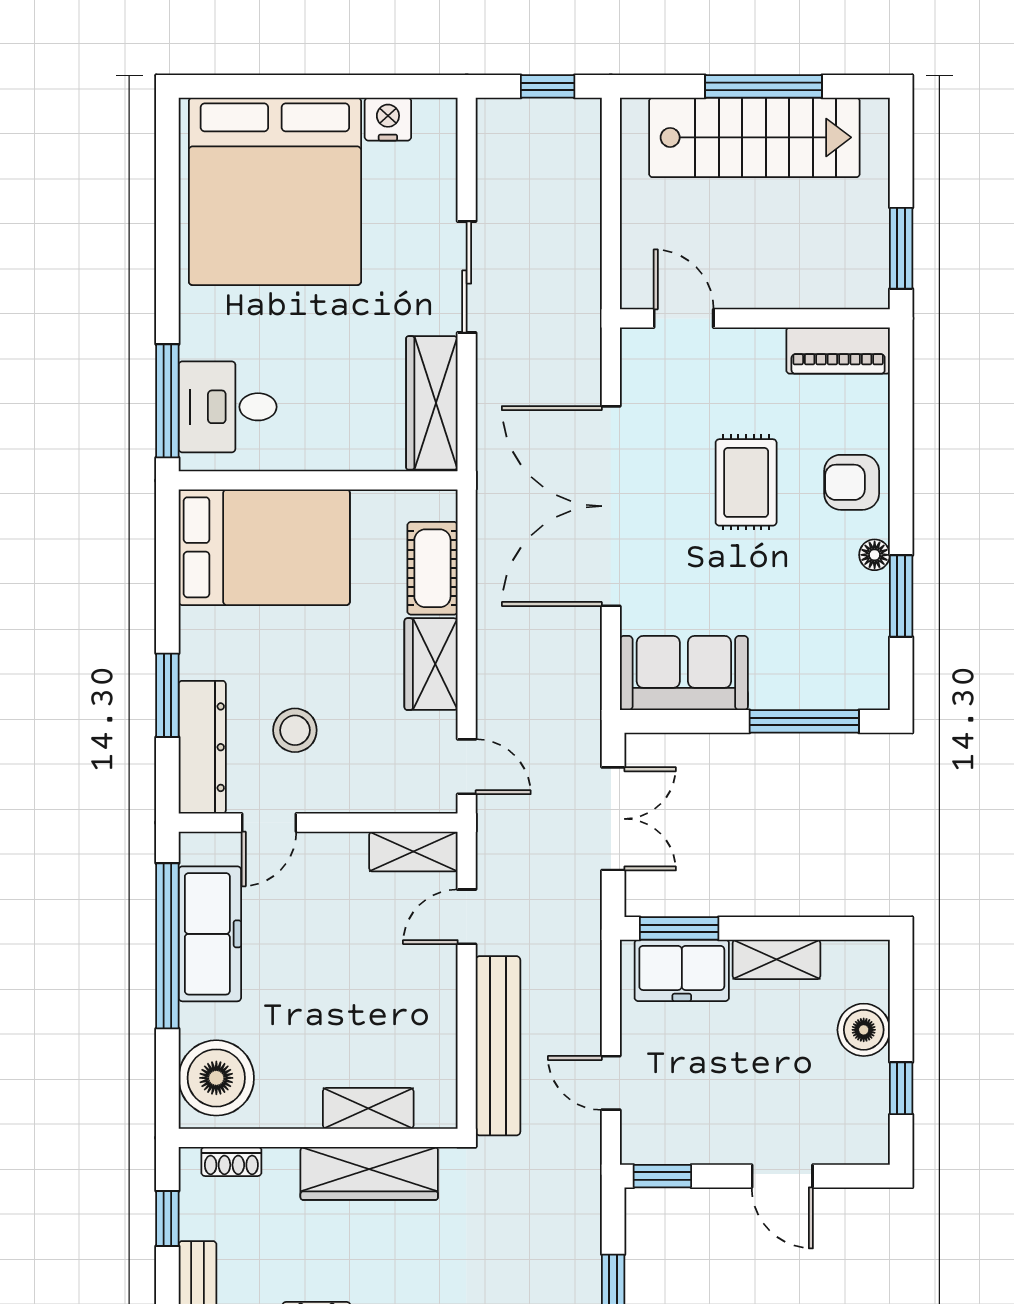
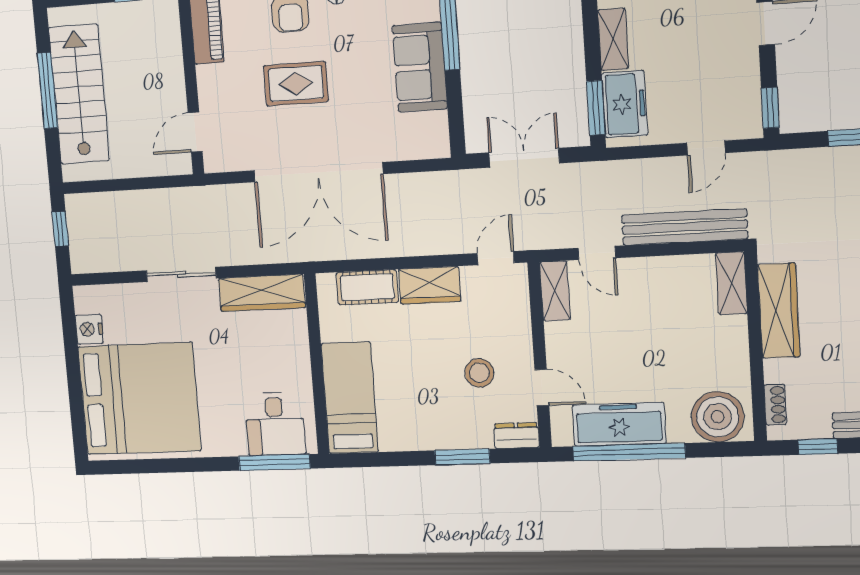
bed: (264, 547) -> (350, 398), width x0.67
sofa: (684, 673) -> (420, 67), moved
dresser: (202, 747) -> (516, 436), width x0.51, depth x0.80
shelving: (368, 1108) -> (731, 283), moved

